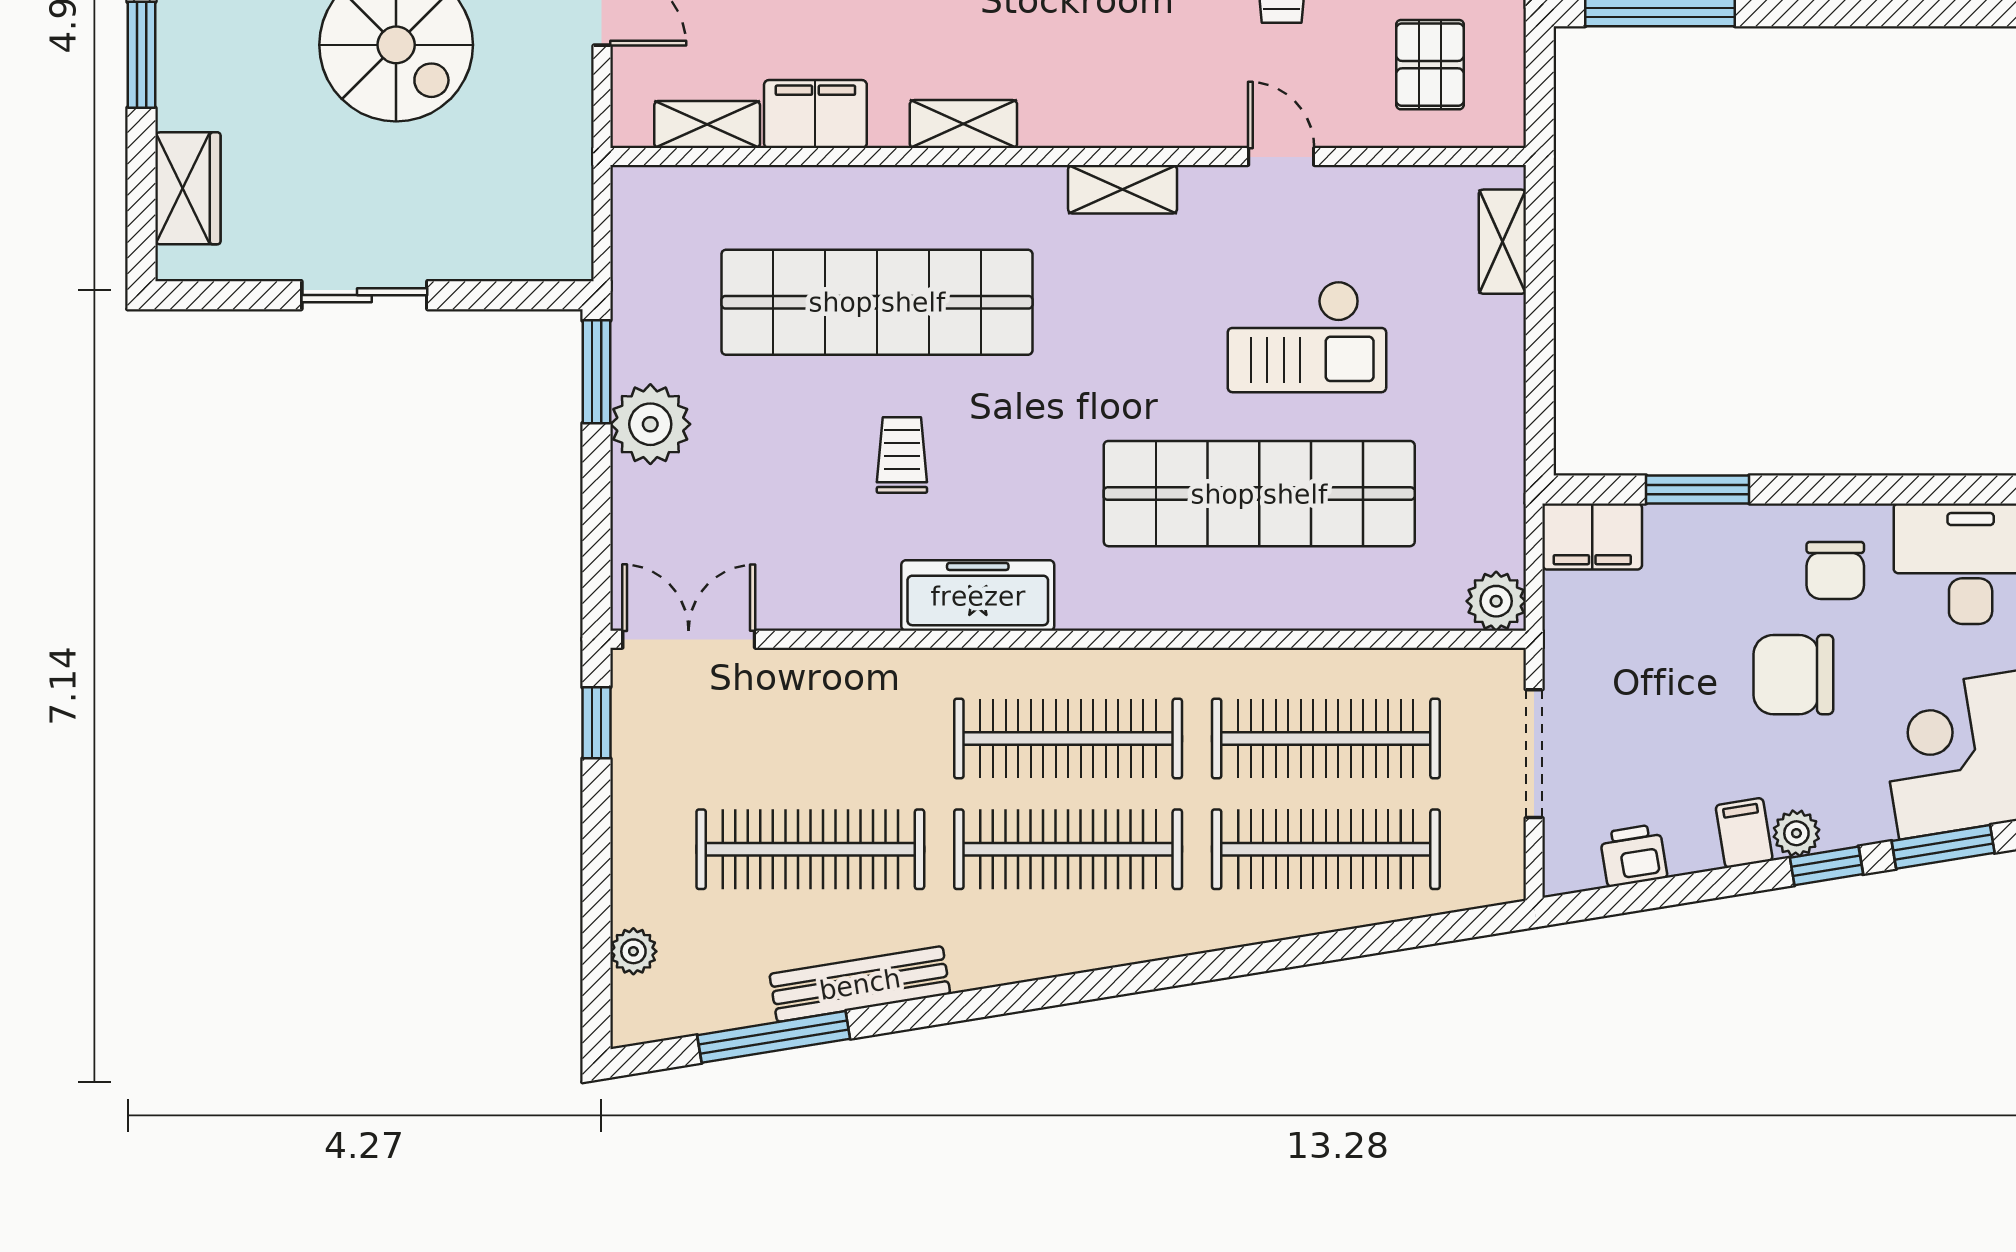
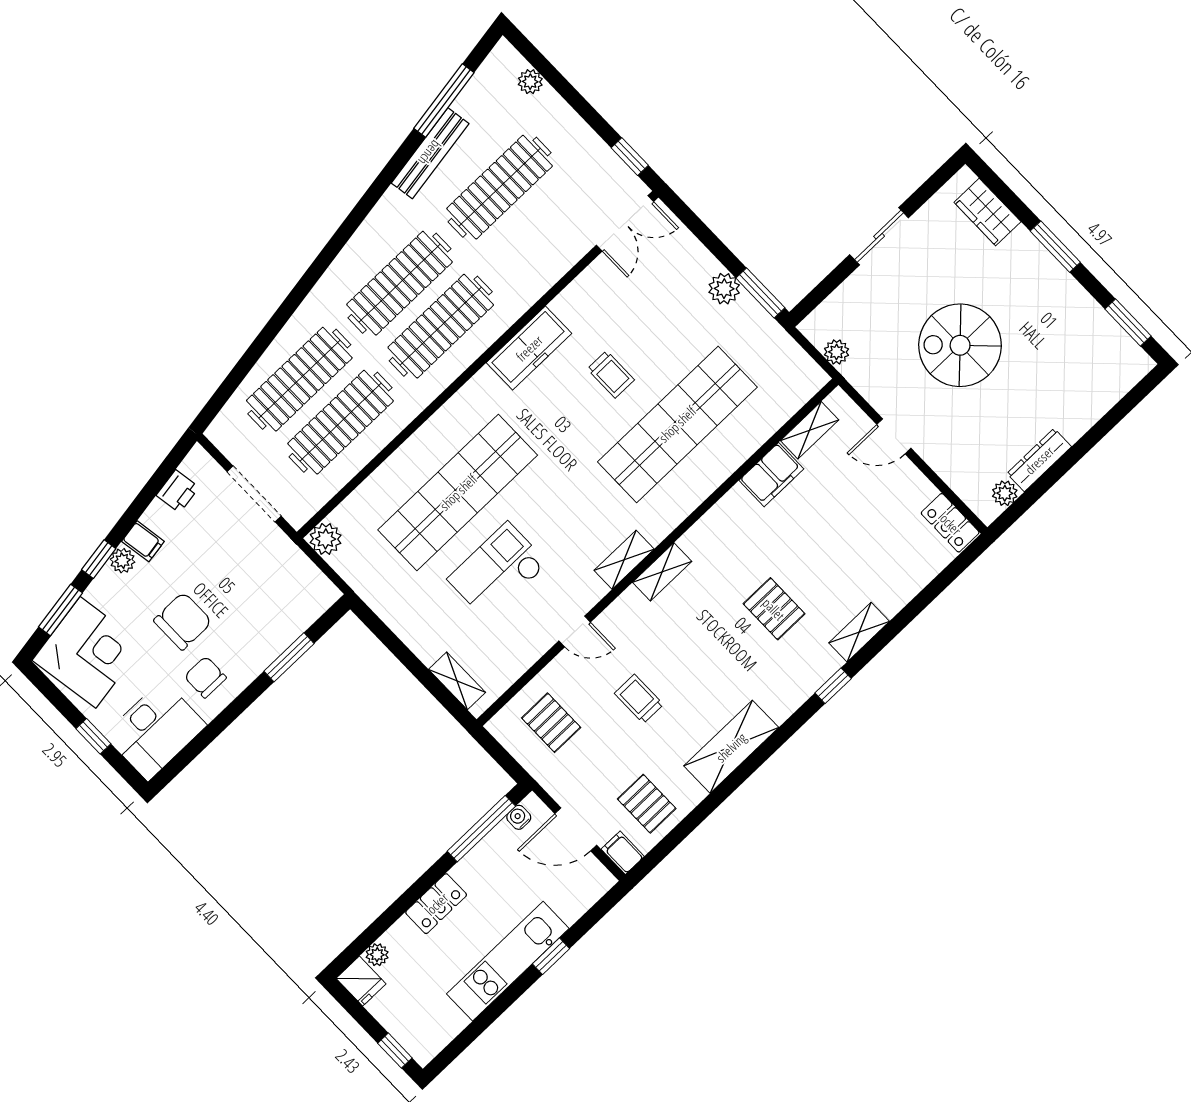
shelving: (963, 124) -> (662, 572), moved
plant: (570, 195) -> (837, 352), added
plant: (650, 424) -> (724, 289), width x0.73, depth x0.73
filing cabinet: (1592, 536) -> (312, 600), removed

